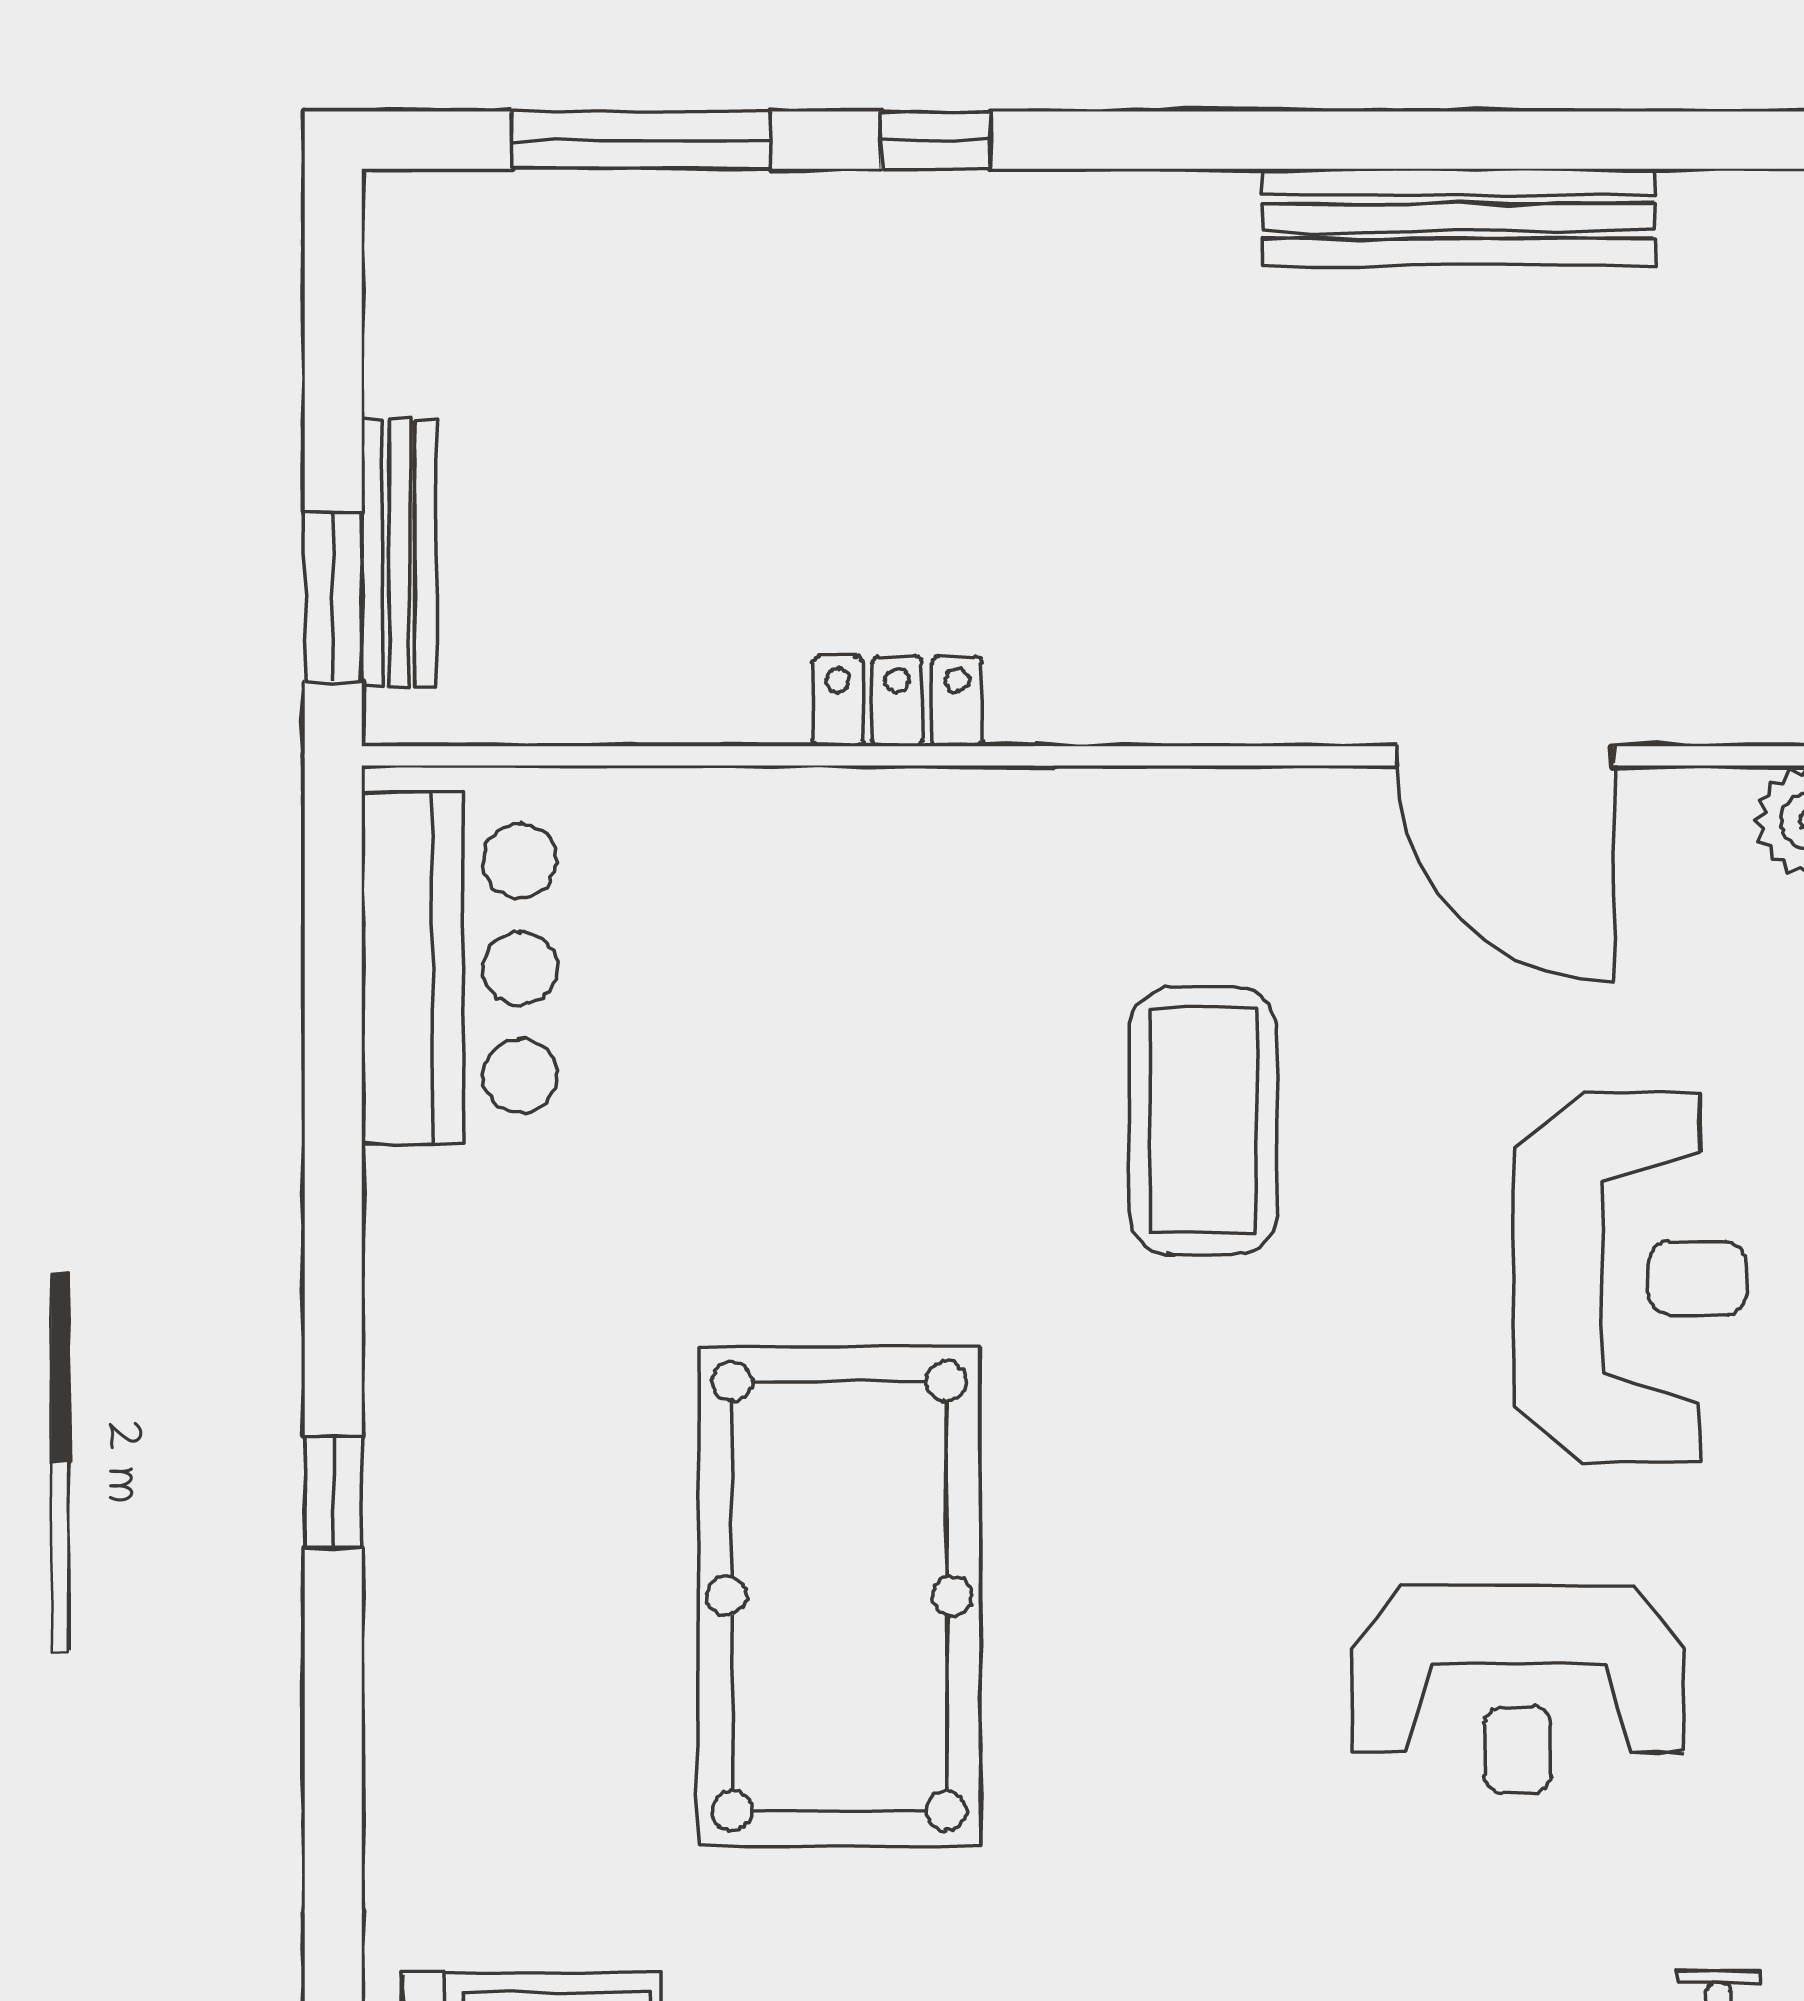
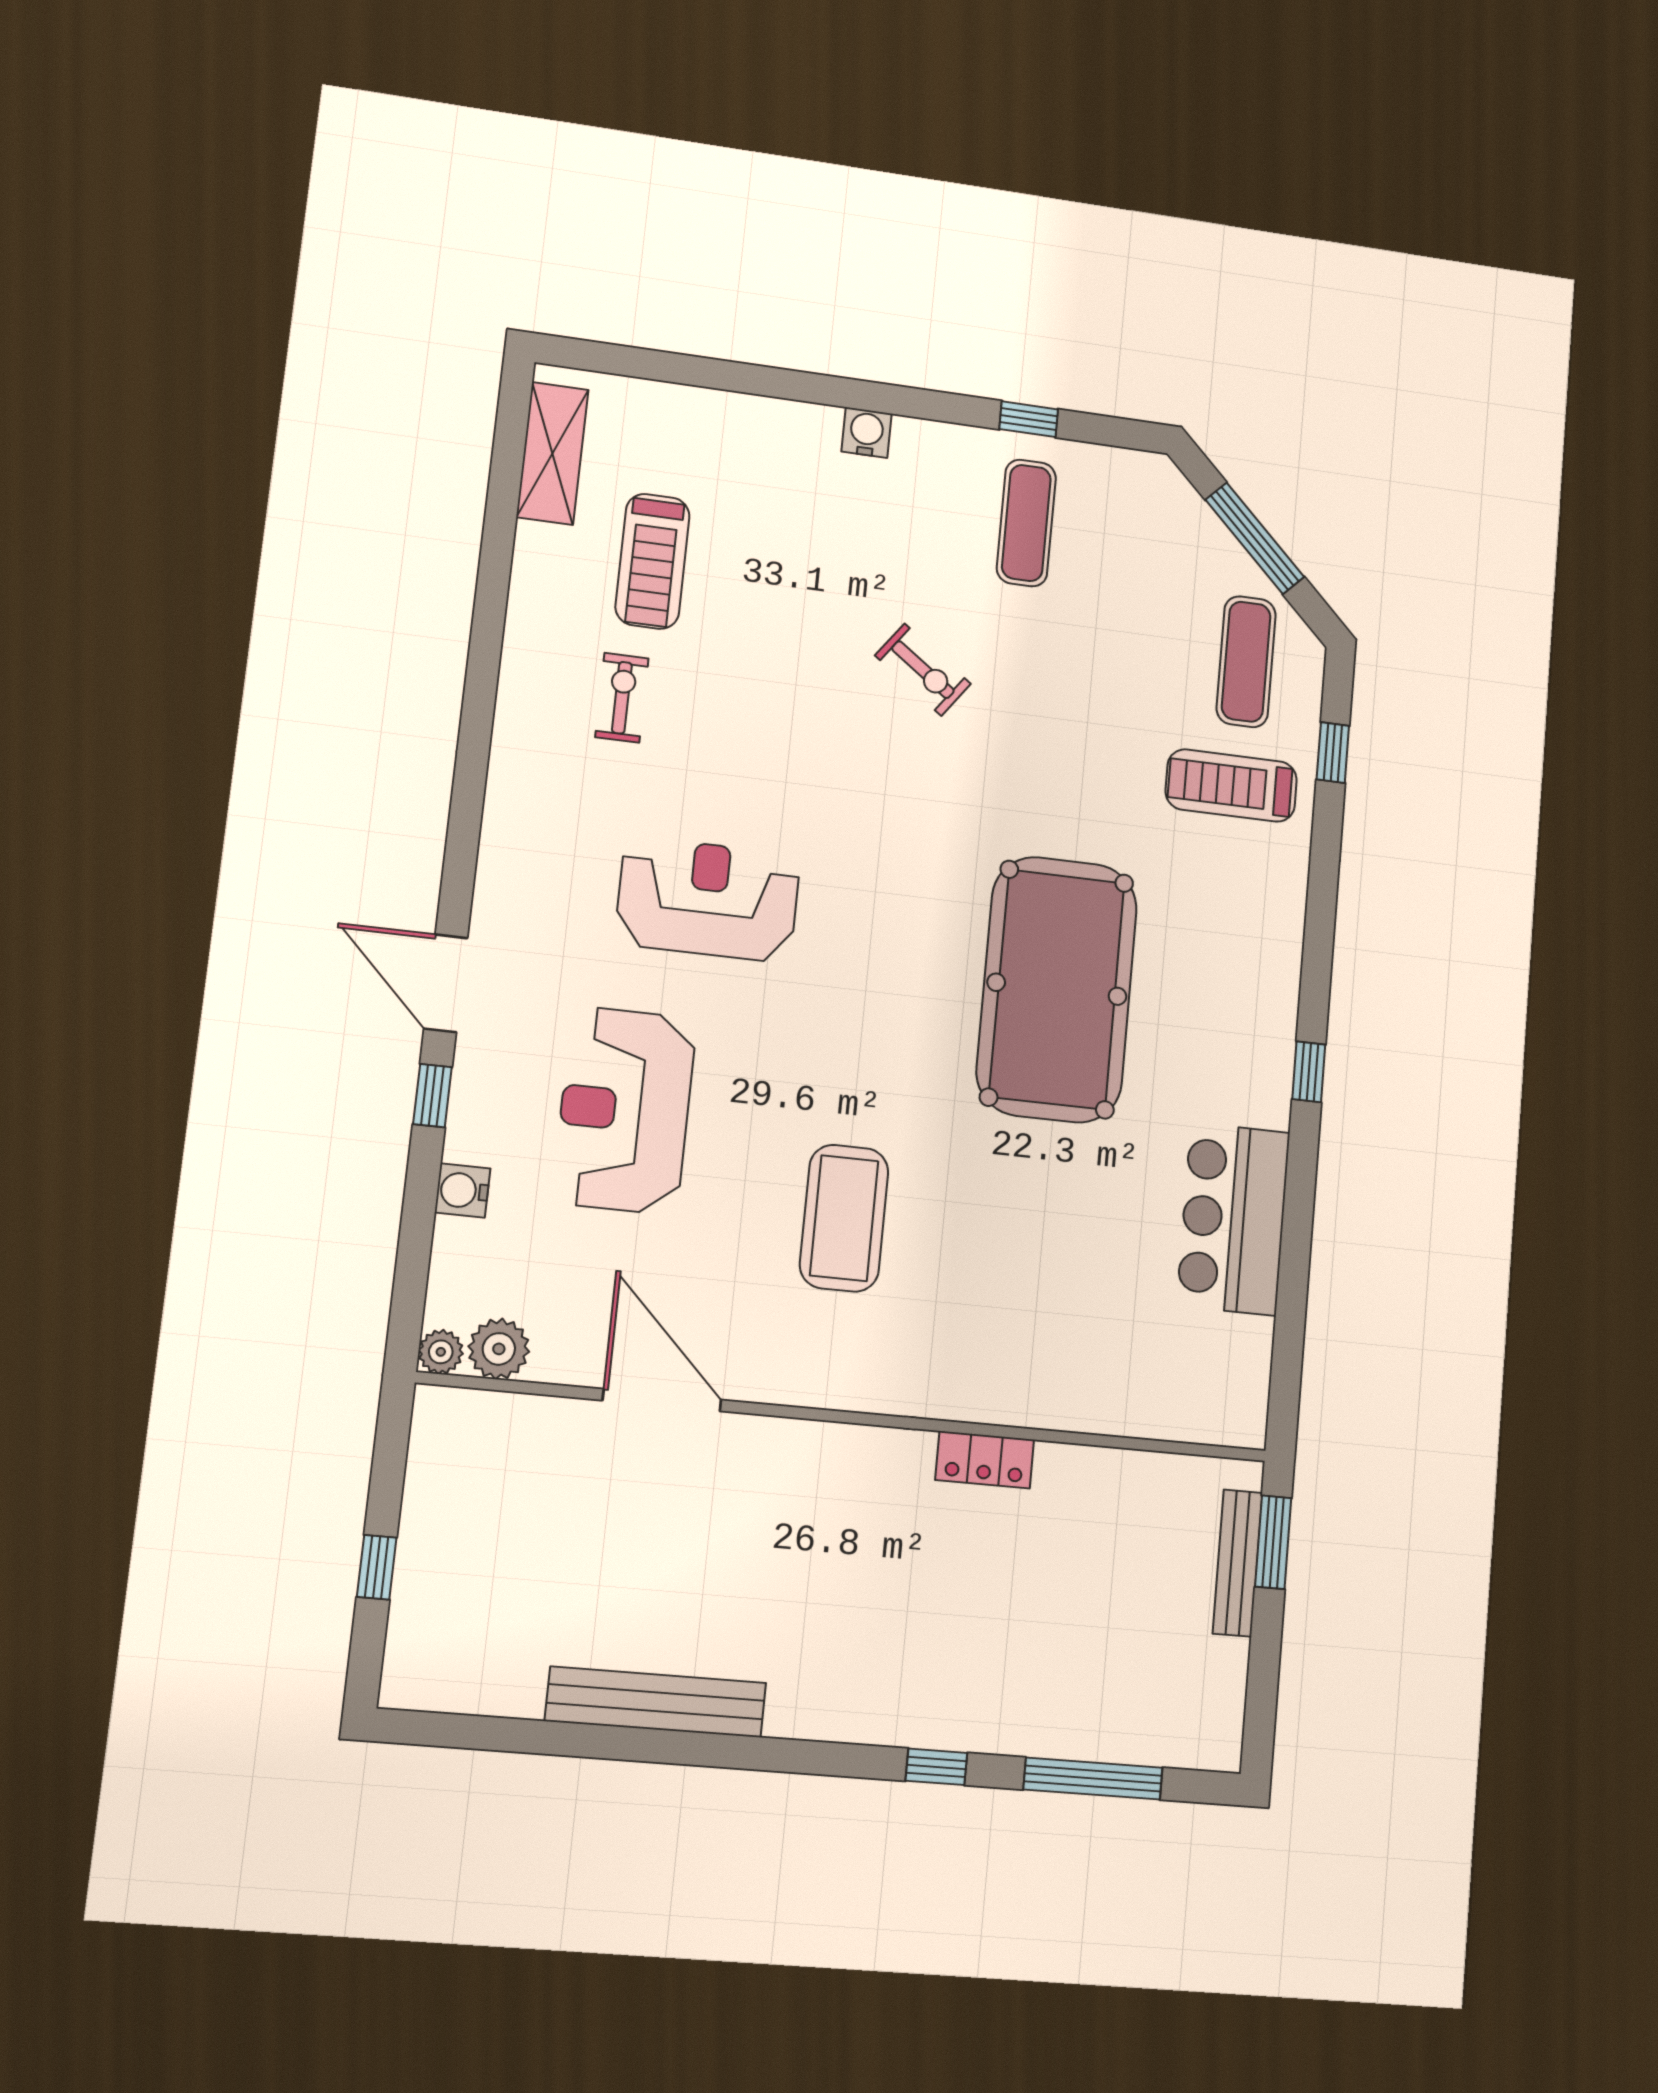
bar counter: (459, 968) -> (1233, 1219), moved

